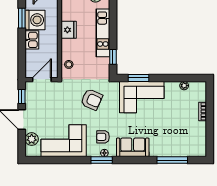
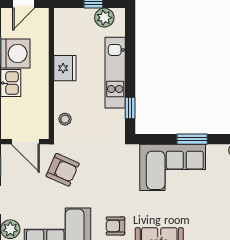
window: (138, 78) -> (192, 139), moved
door: (42, 80) -> (25, 142), swing flipped
armchair: (92, 100) -> (63, 170), moved

